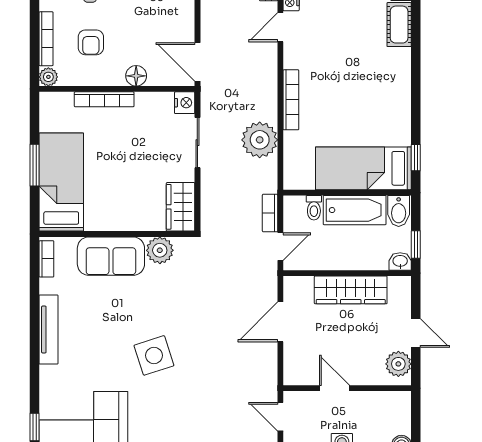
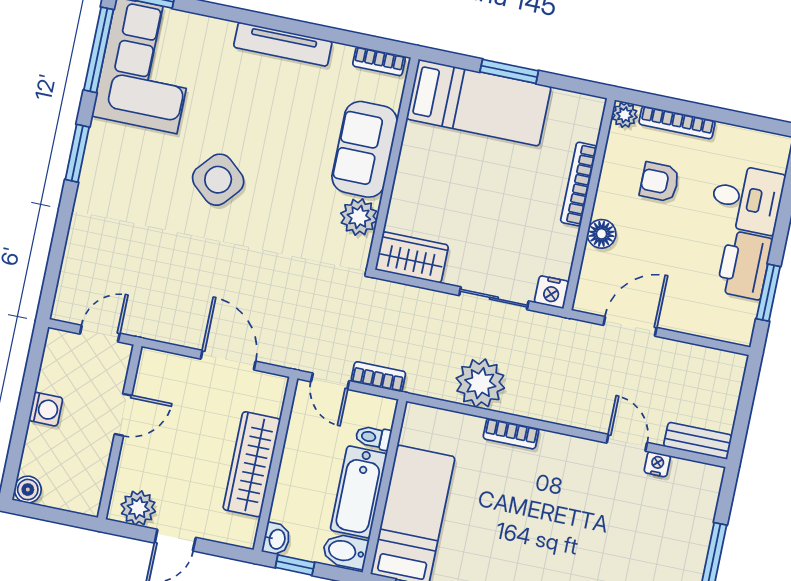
door: (197, 62) -> (630, 326), moved
bookcase: (291, 100) -> (511, 434), width x0.64
side table: (154, 355) -> (218, 180), turned -31

